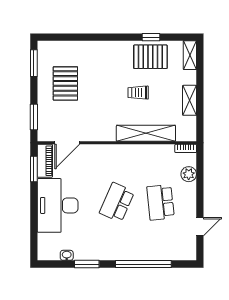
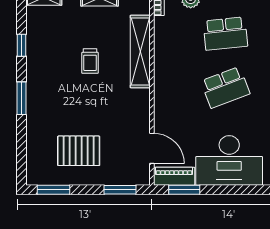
window: (108, 37) -> (22, 98), added
pallet: (150, 57) -> (46, 46), removed
school desk: (117, 202) -> (225, 87), turned -45

